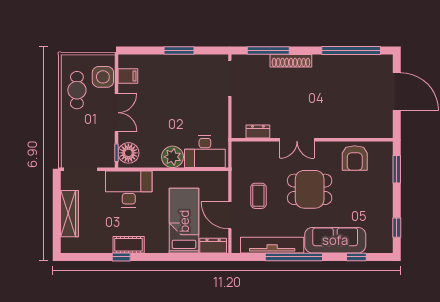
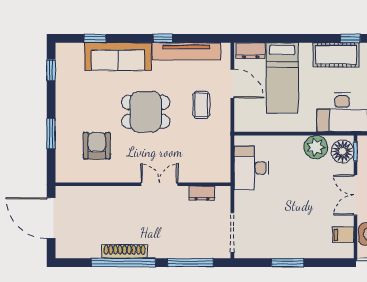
window: (351, 50) -> (123, 263), moved
shoe rack: (291, 61) -> (125, 251), moved
dresser: (258, 132) -> (202, 193), moved
double door: (297, 140) -> (159, 184), moved
wall: (312, 140) -> (143, 184), moved
desk: (205, 152) -> (251, 168), moved, turned -90
plant: (172, 157) -> (316, 147), moved
cot: (129, 245) -> (336, 55), width x1.37, depth x1.34
window: (294, 257) -> (163, 38), width x0.32

